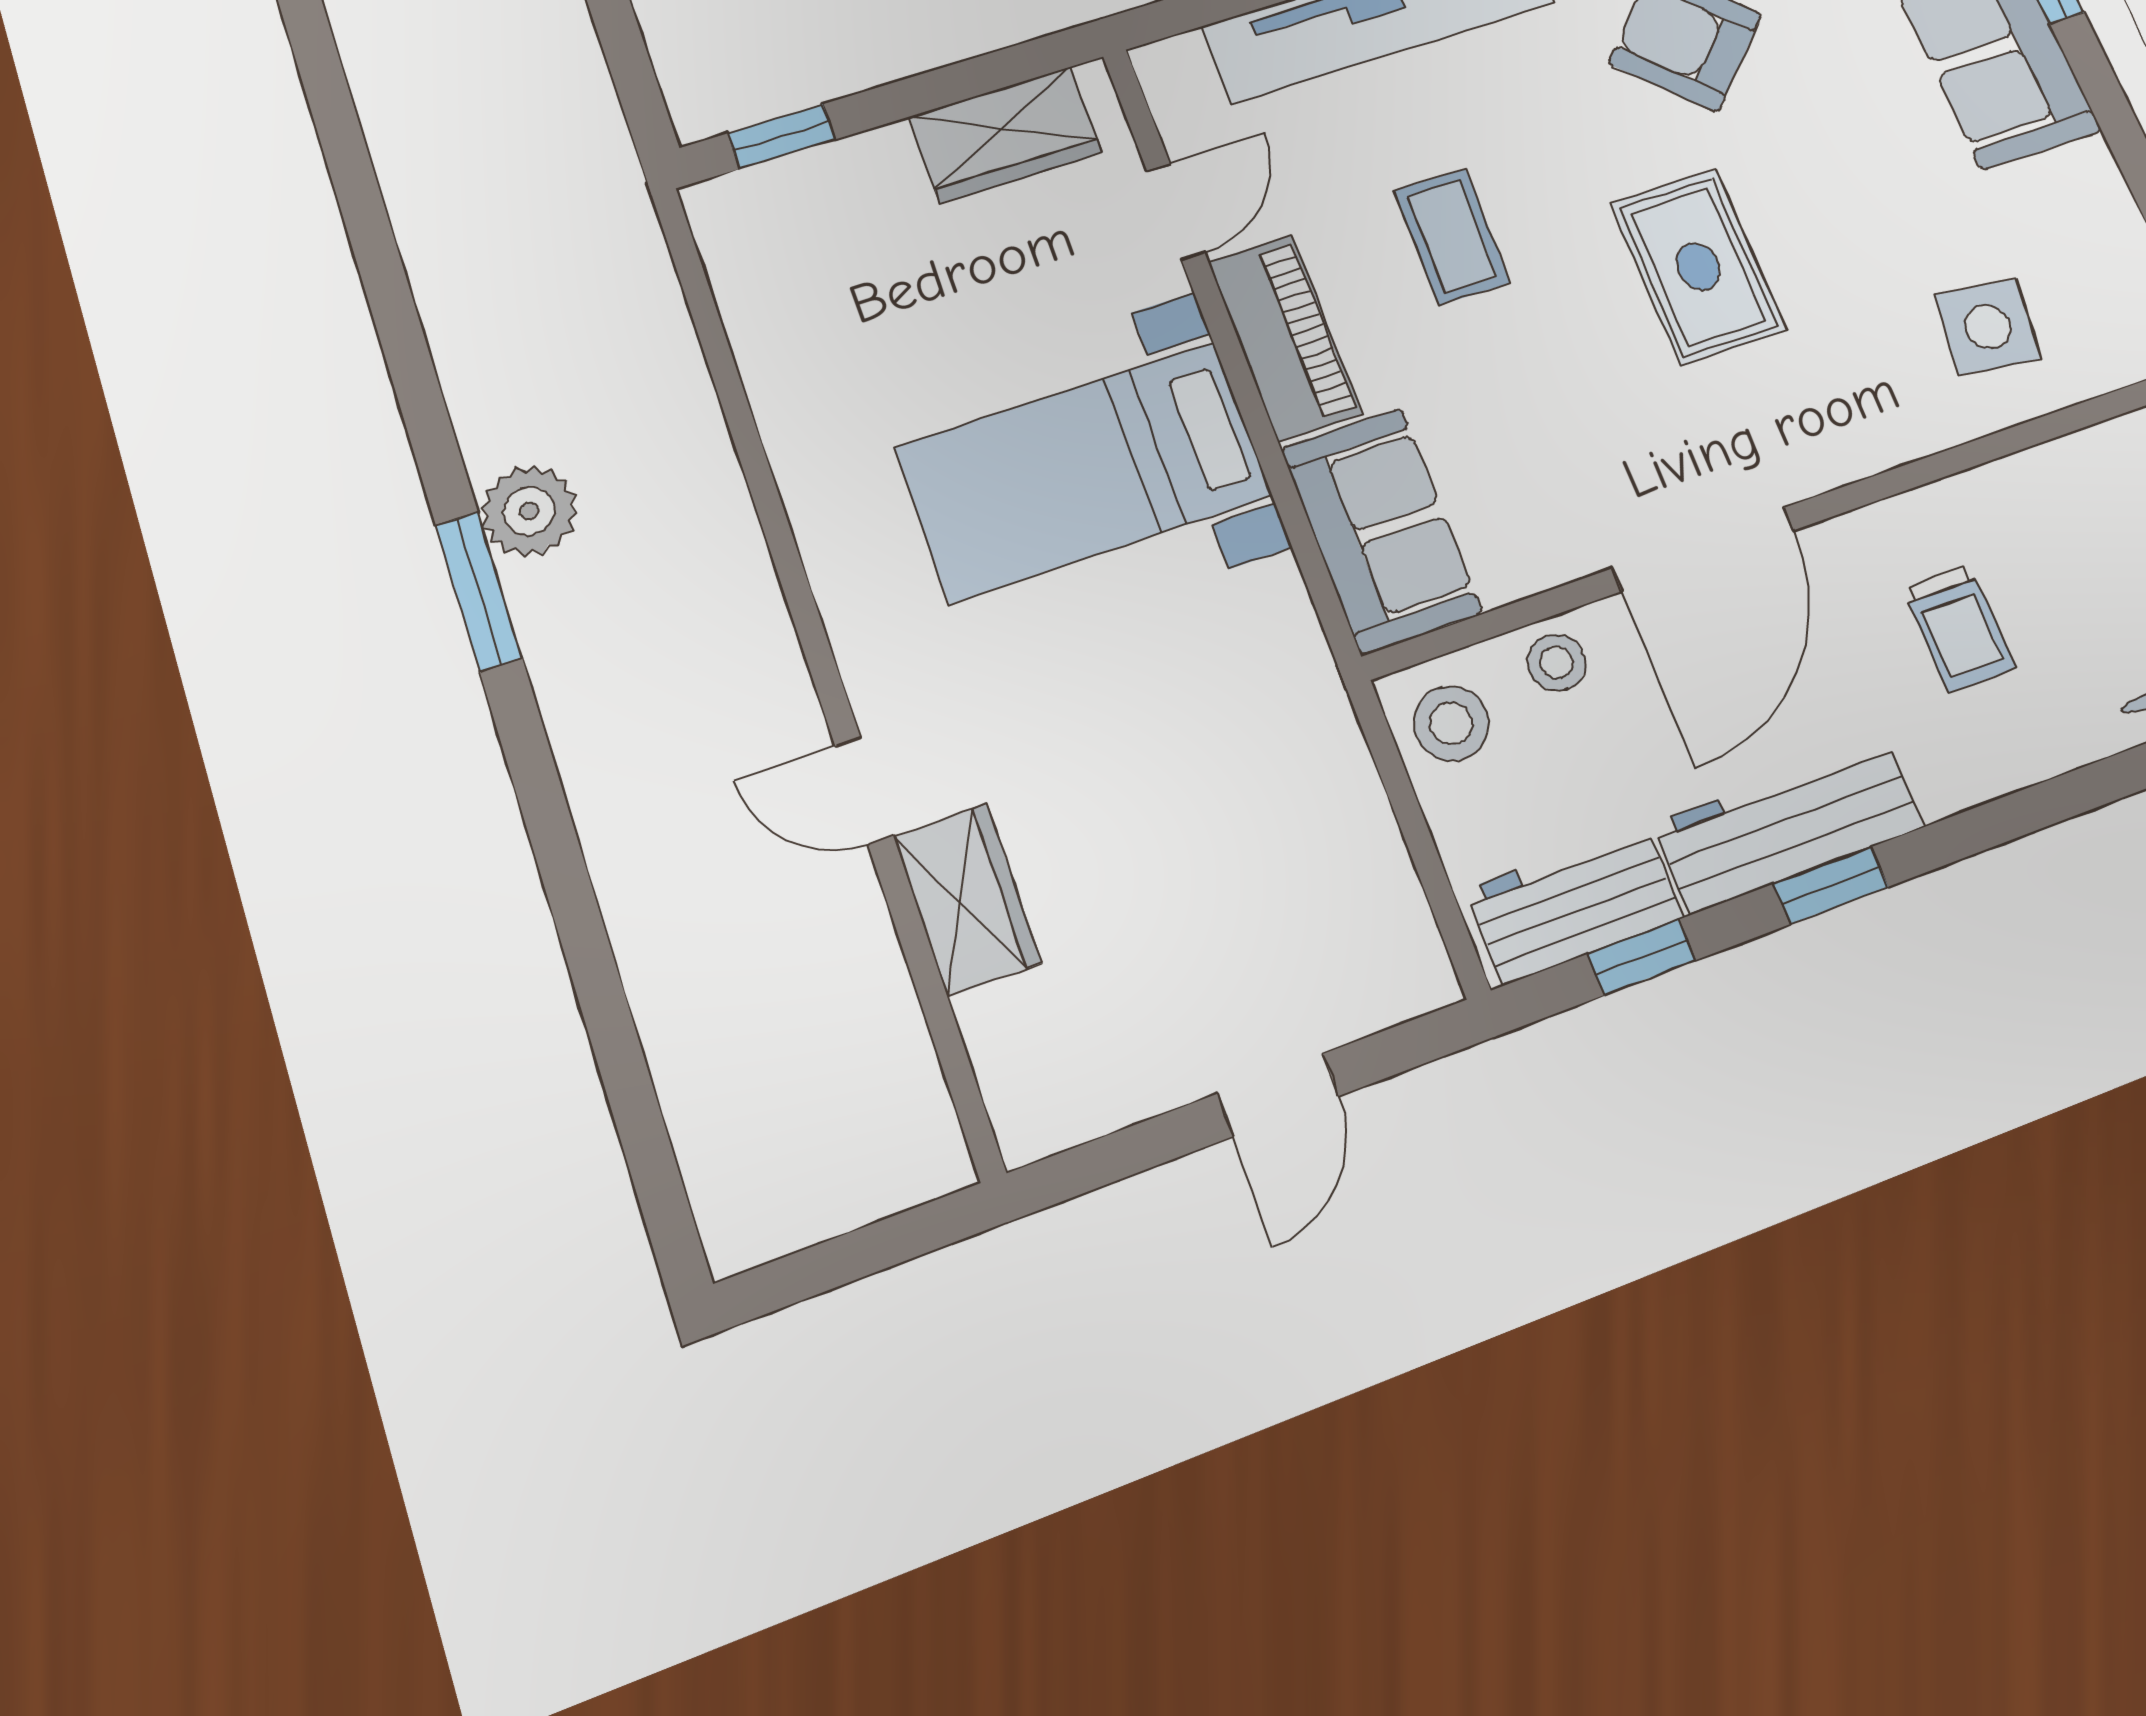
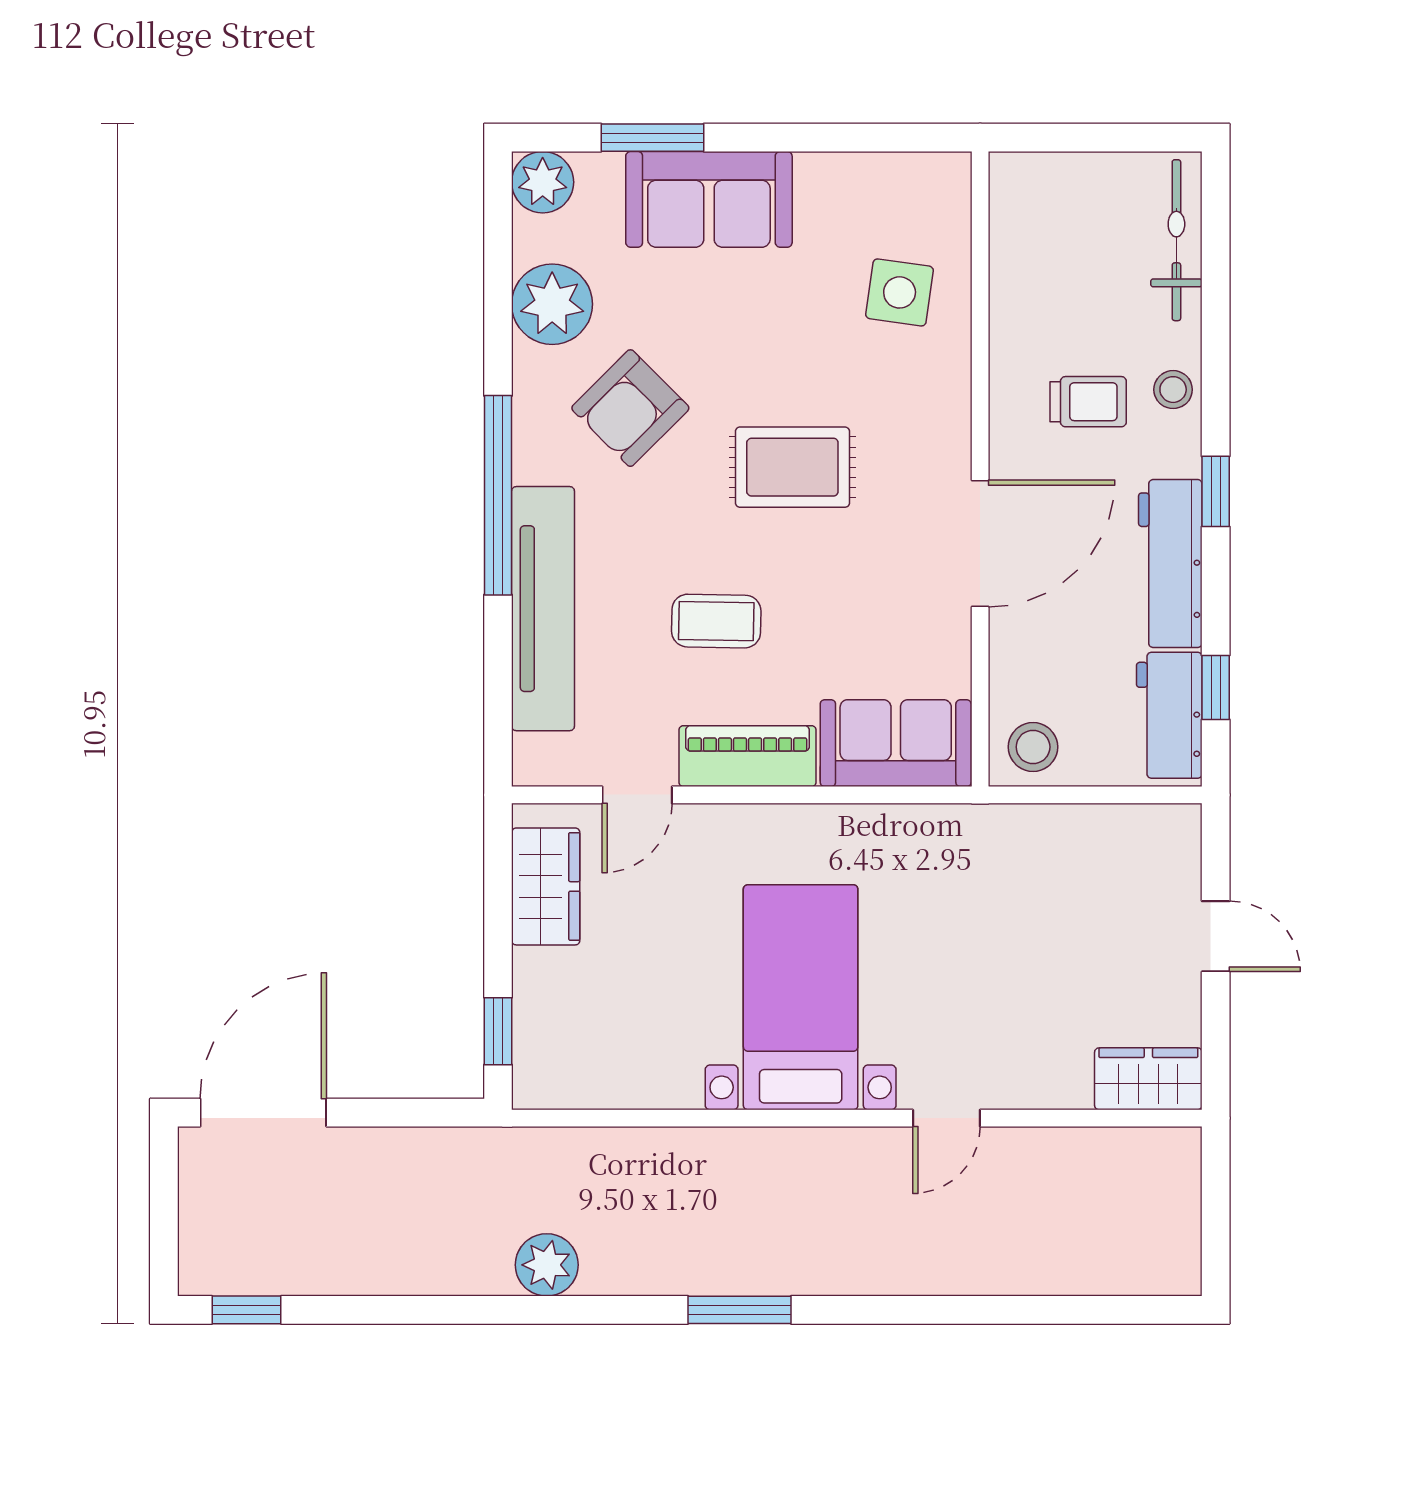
door: (1176, 211) -> (637, 795), swing flipped
bed with nightstands: (1084, 471) -> (801, 997), moved, turned 180
plant: (529, 511) -> (547, 1265), moved
door: (1703, 549) -> (980, 544), hinge flipped
stool: (1557, 663) -> (1173, 390), moved
window: (1831, 885) -> (1216, 491), moved
wardrobe: (967, 900) -> (1148, 1079), moved

